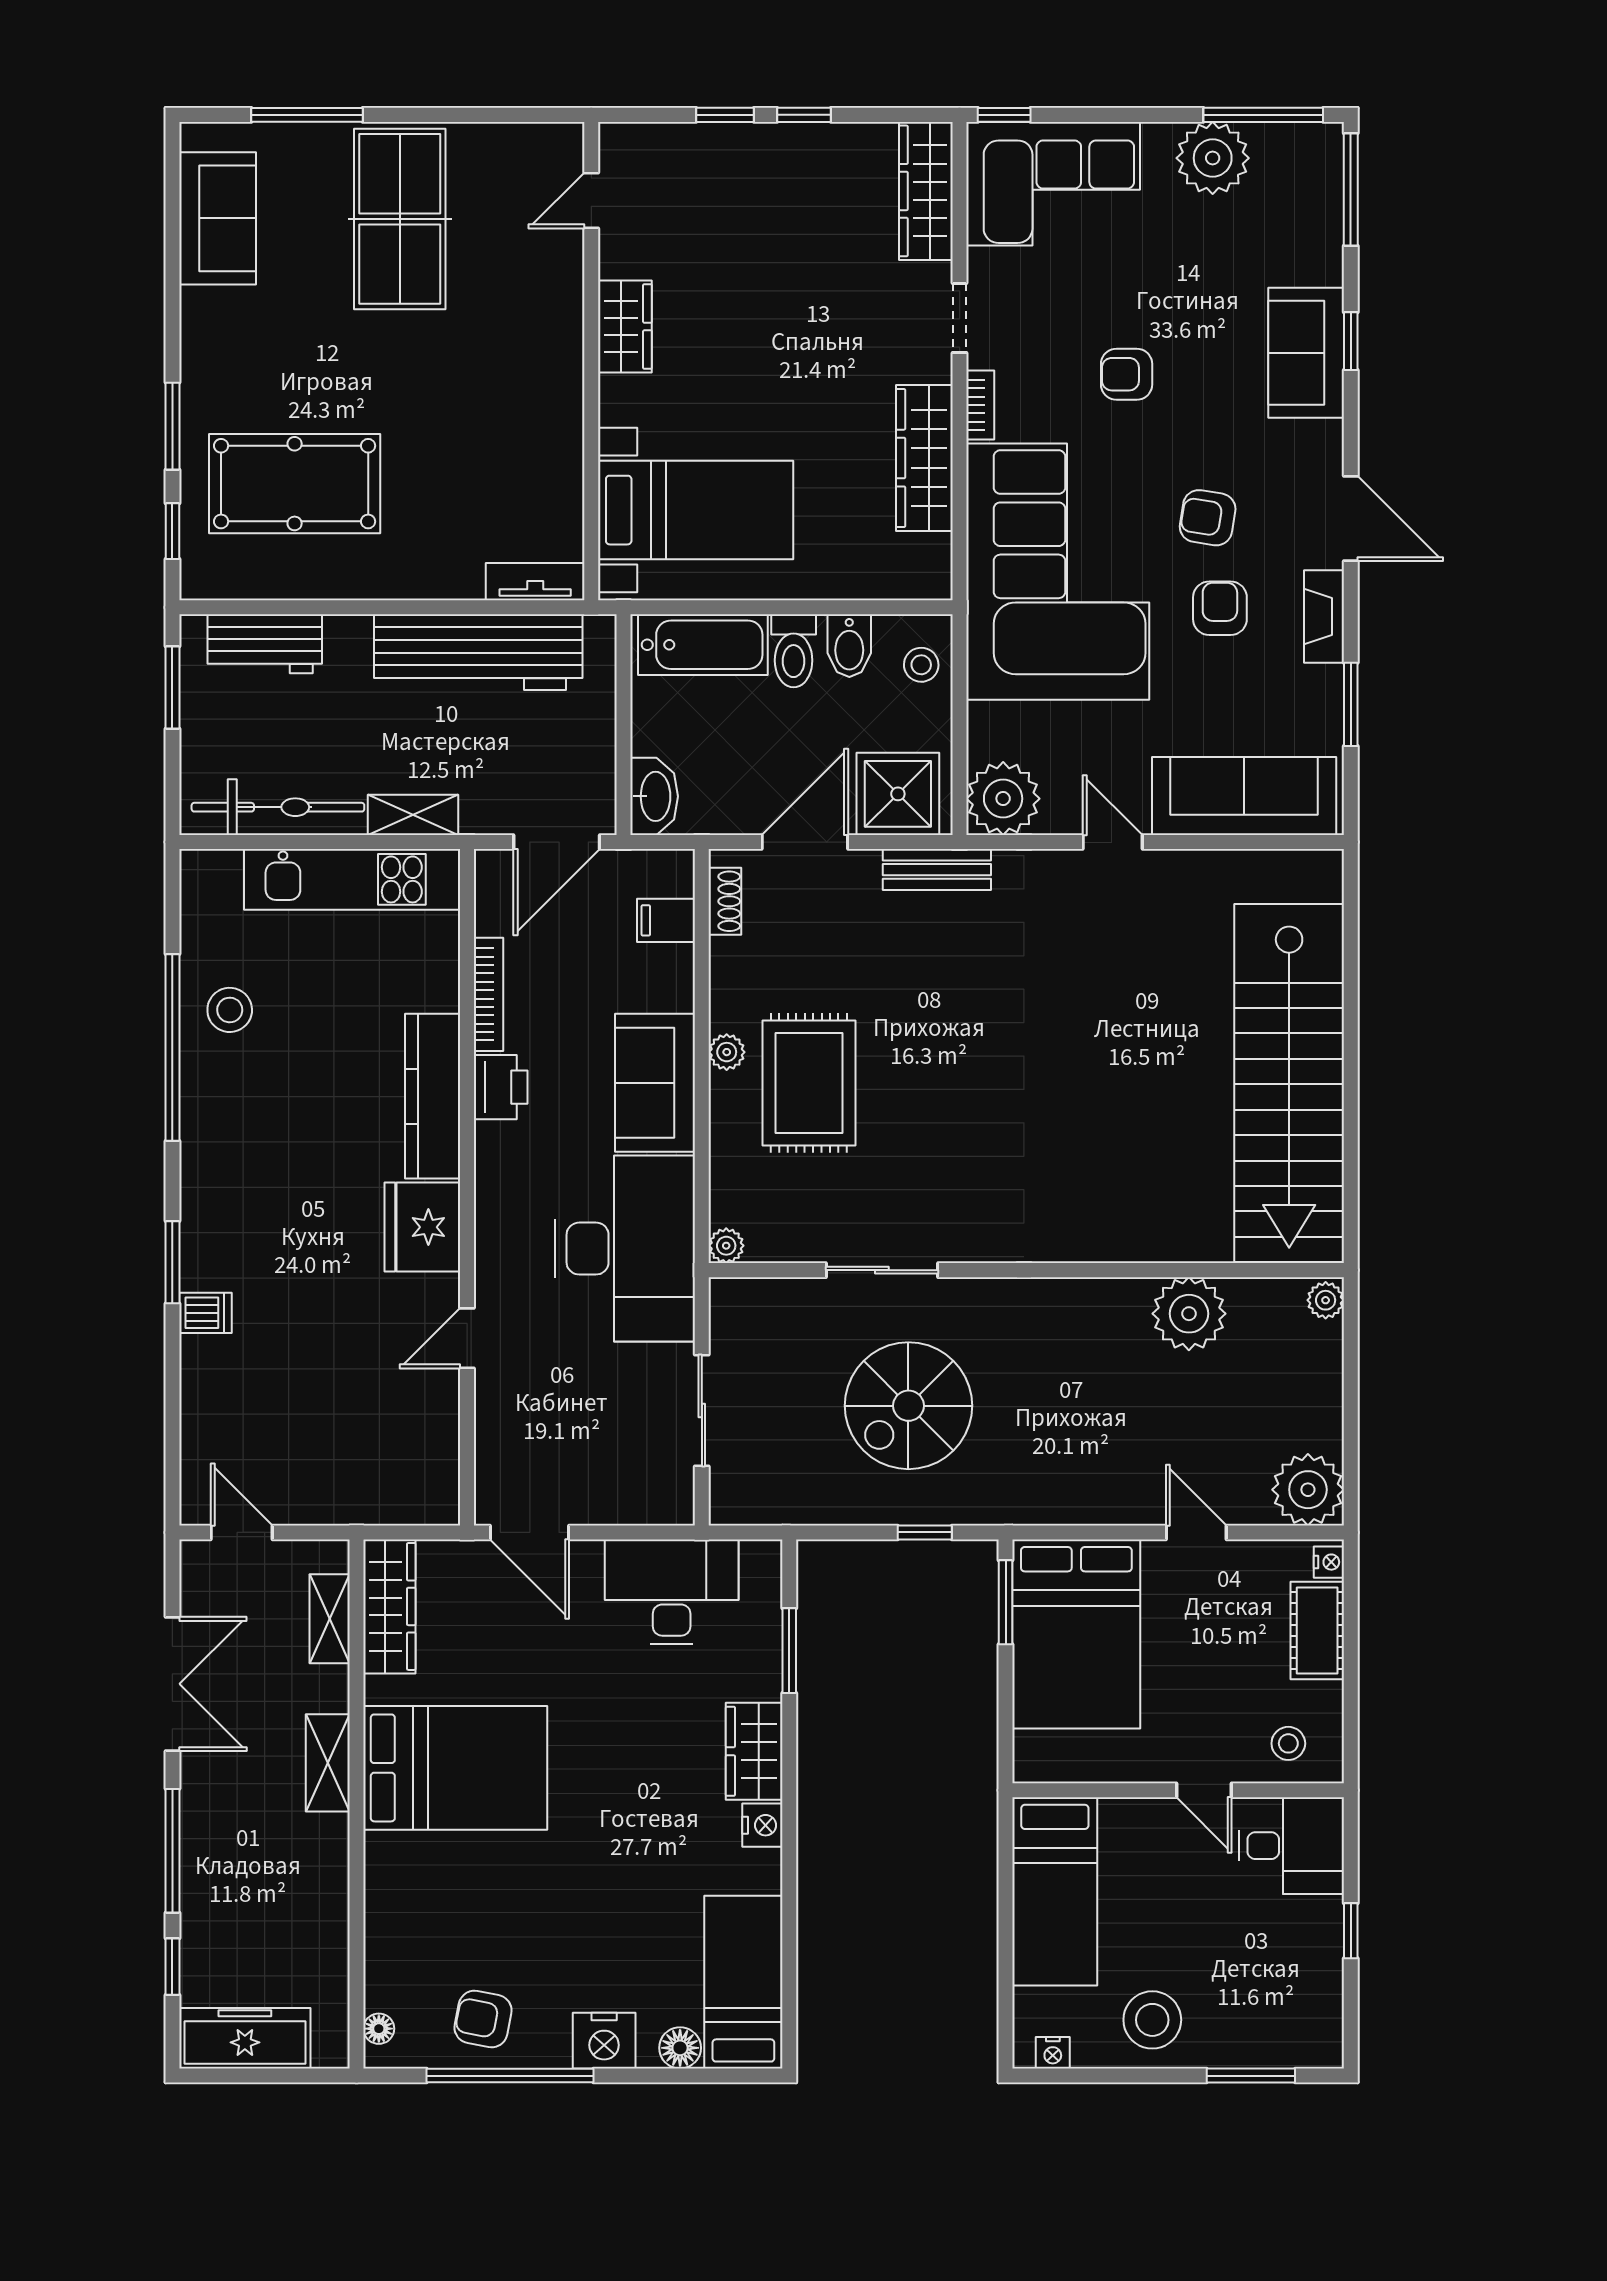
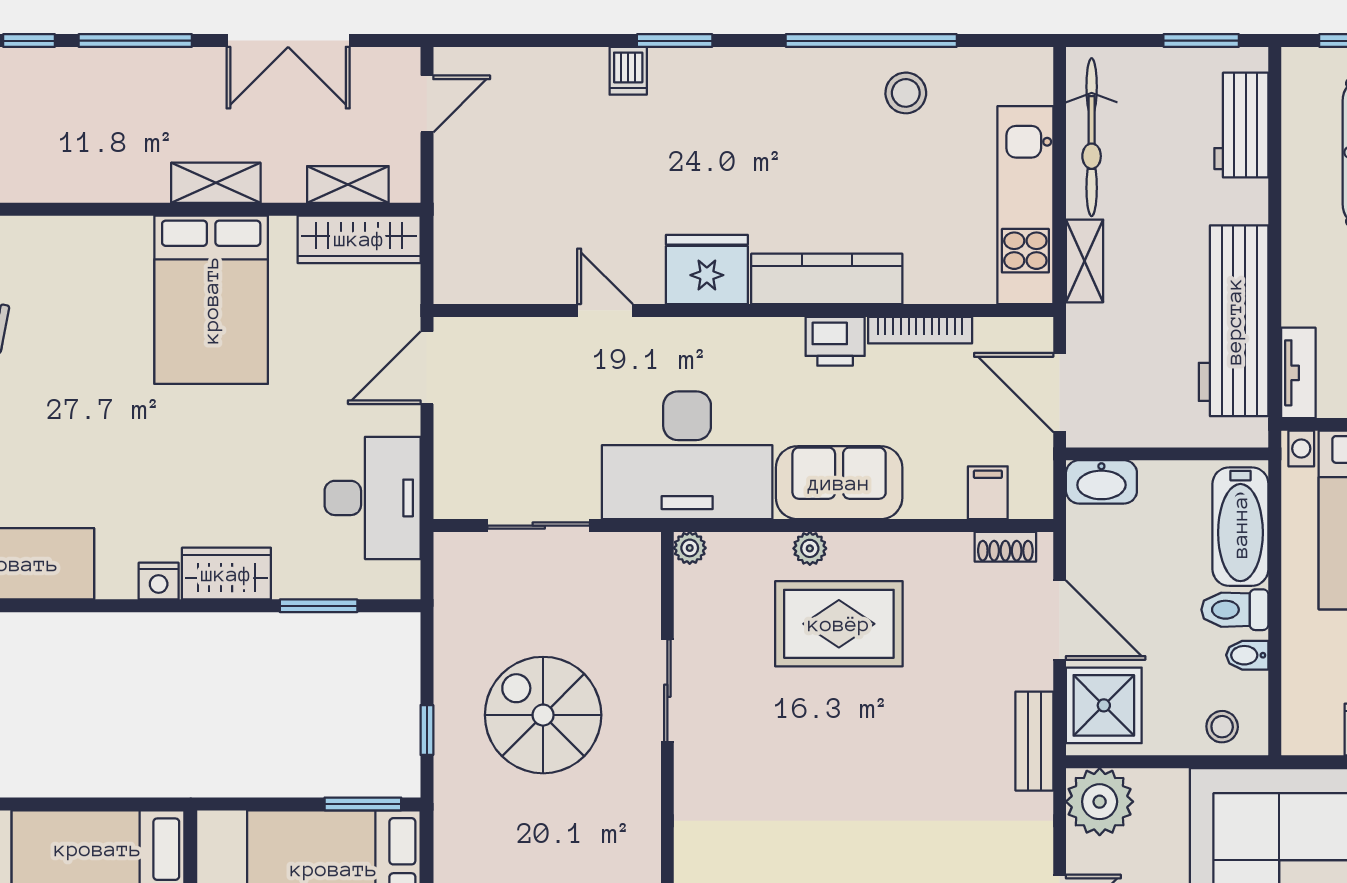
bidet: (849, 646) -> (1247, 655), width x0.72, depth x0.74
plant: (727, 1052) -> (810, 548), moved

